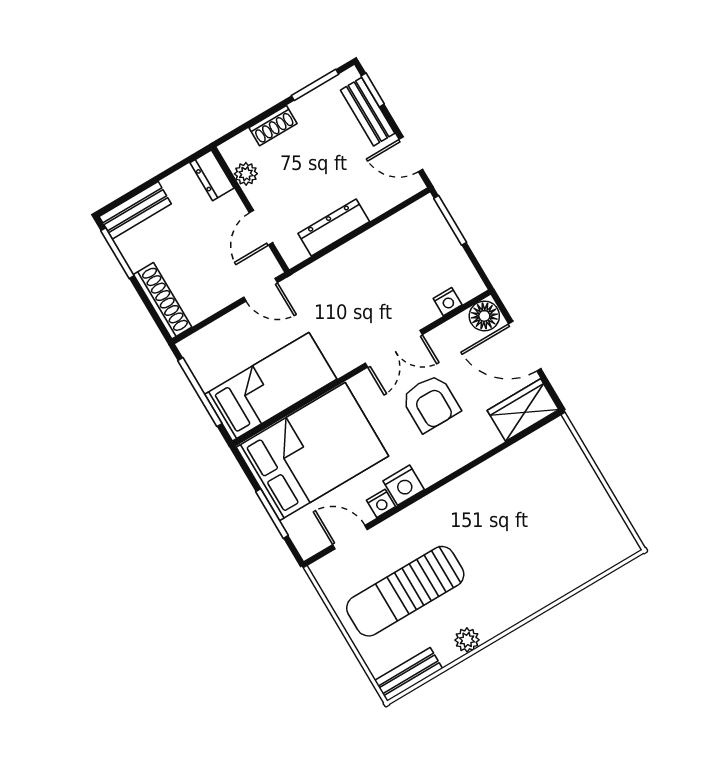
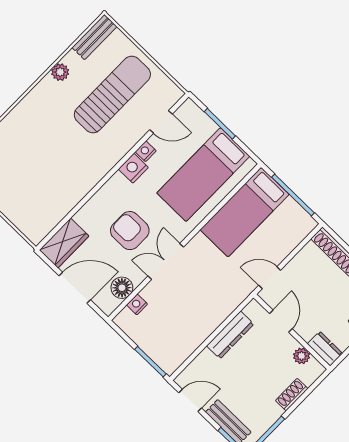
floor lamp: (484, 316) -> (122, 288), moved
bed: (312, 452) -> (203, 175), width x0.67

